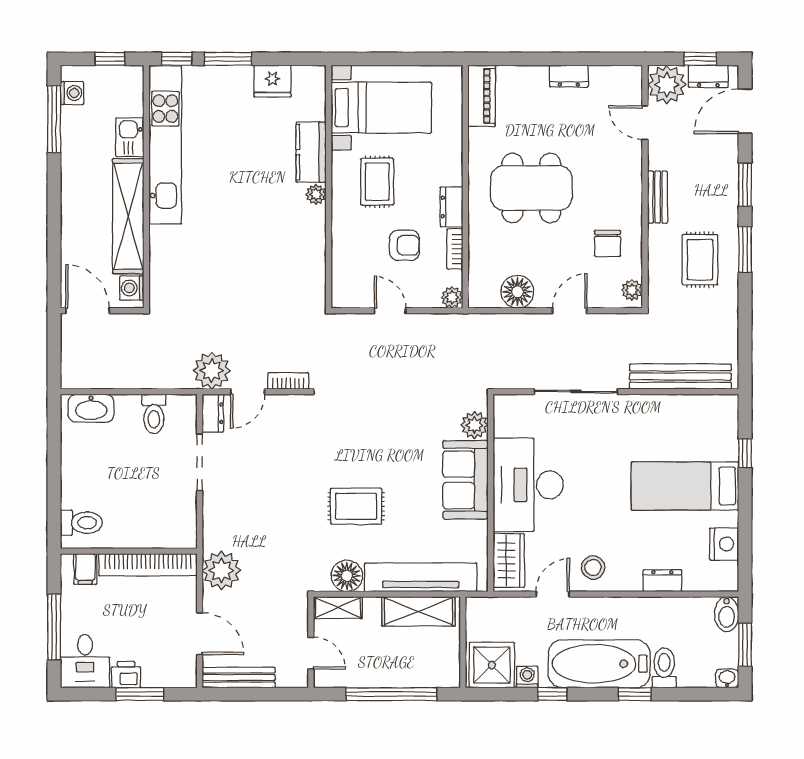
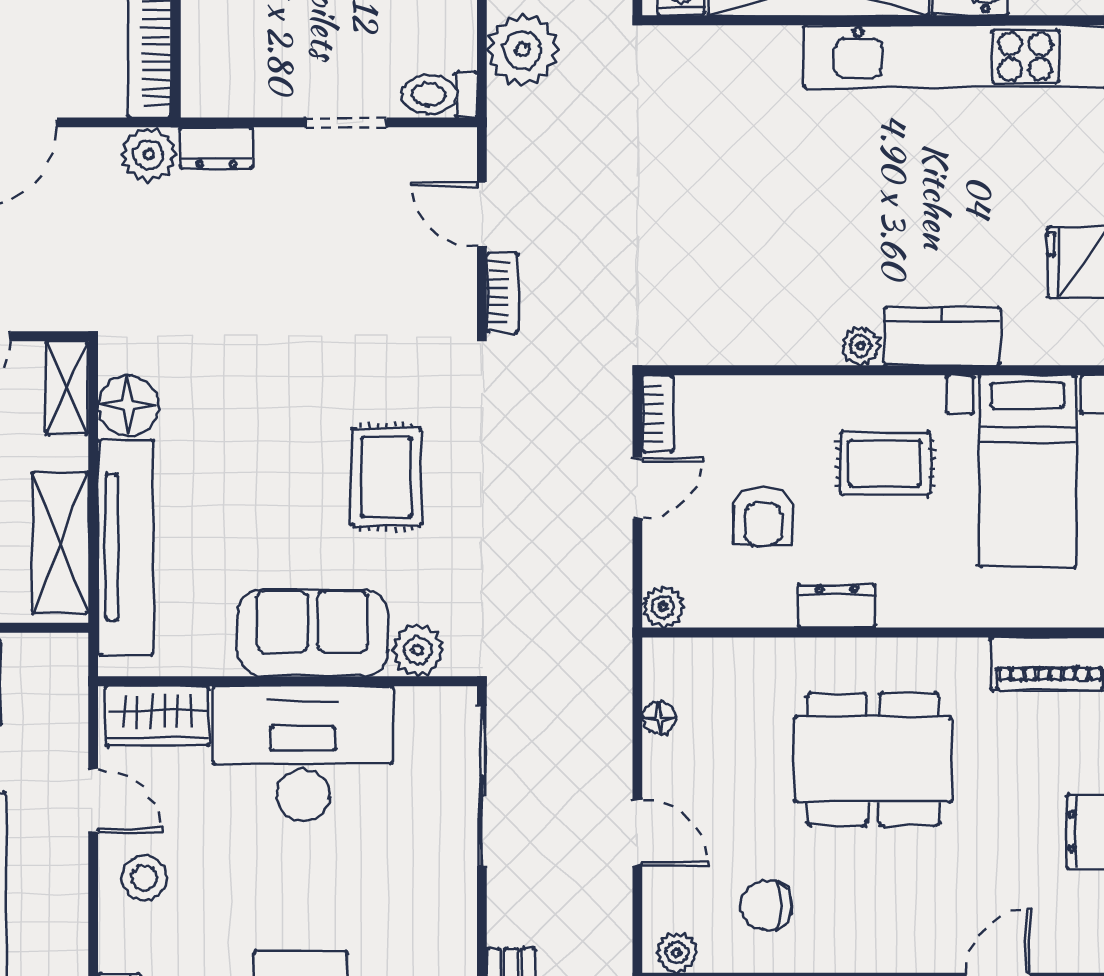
dining table: (531, 188) -> (873, 759), turned 90
bookcase: (455, 249) -> (658, 414), moved, turned 90
floor lamp: (517, 292) -> (659, 718), width x0.53, depth x0.53
plant: (212, 371) -> (522, 50), moved
sliding door: (576, 392) -> (482, 786), moved
dresser: (213, 413) -> (216, 148), moved
toilet: (154, 414) -> (439, 95), moved
doorway: (200, 462) -> (347, 122), width x0.73
rug: (356, 506) -> (386, 477), moved
plant: (221, 570) -> (148, 154), width x0.73, depth x0.73

